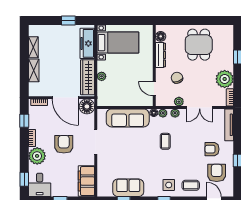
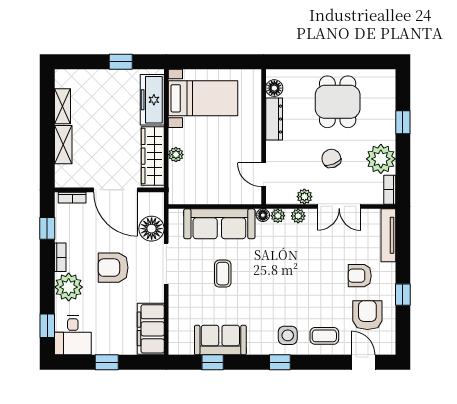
chair: (177, 78) -> (331, 158), moved
floor lamp: (87, 106) -> (152, 229), moved
coffee table: (165, 141) -> (223, 274), moved
armchair: (64, 144) -> (113, 268), turned -90

